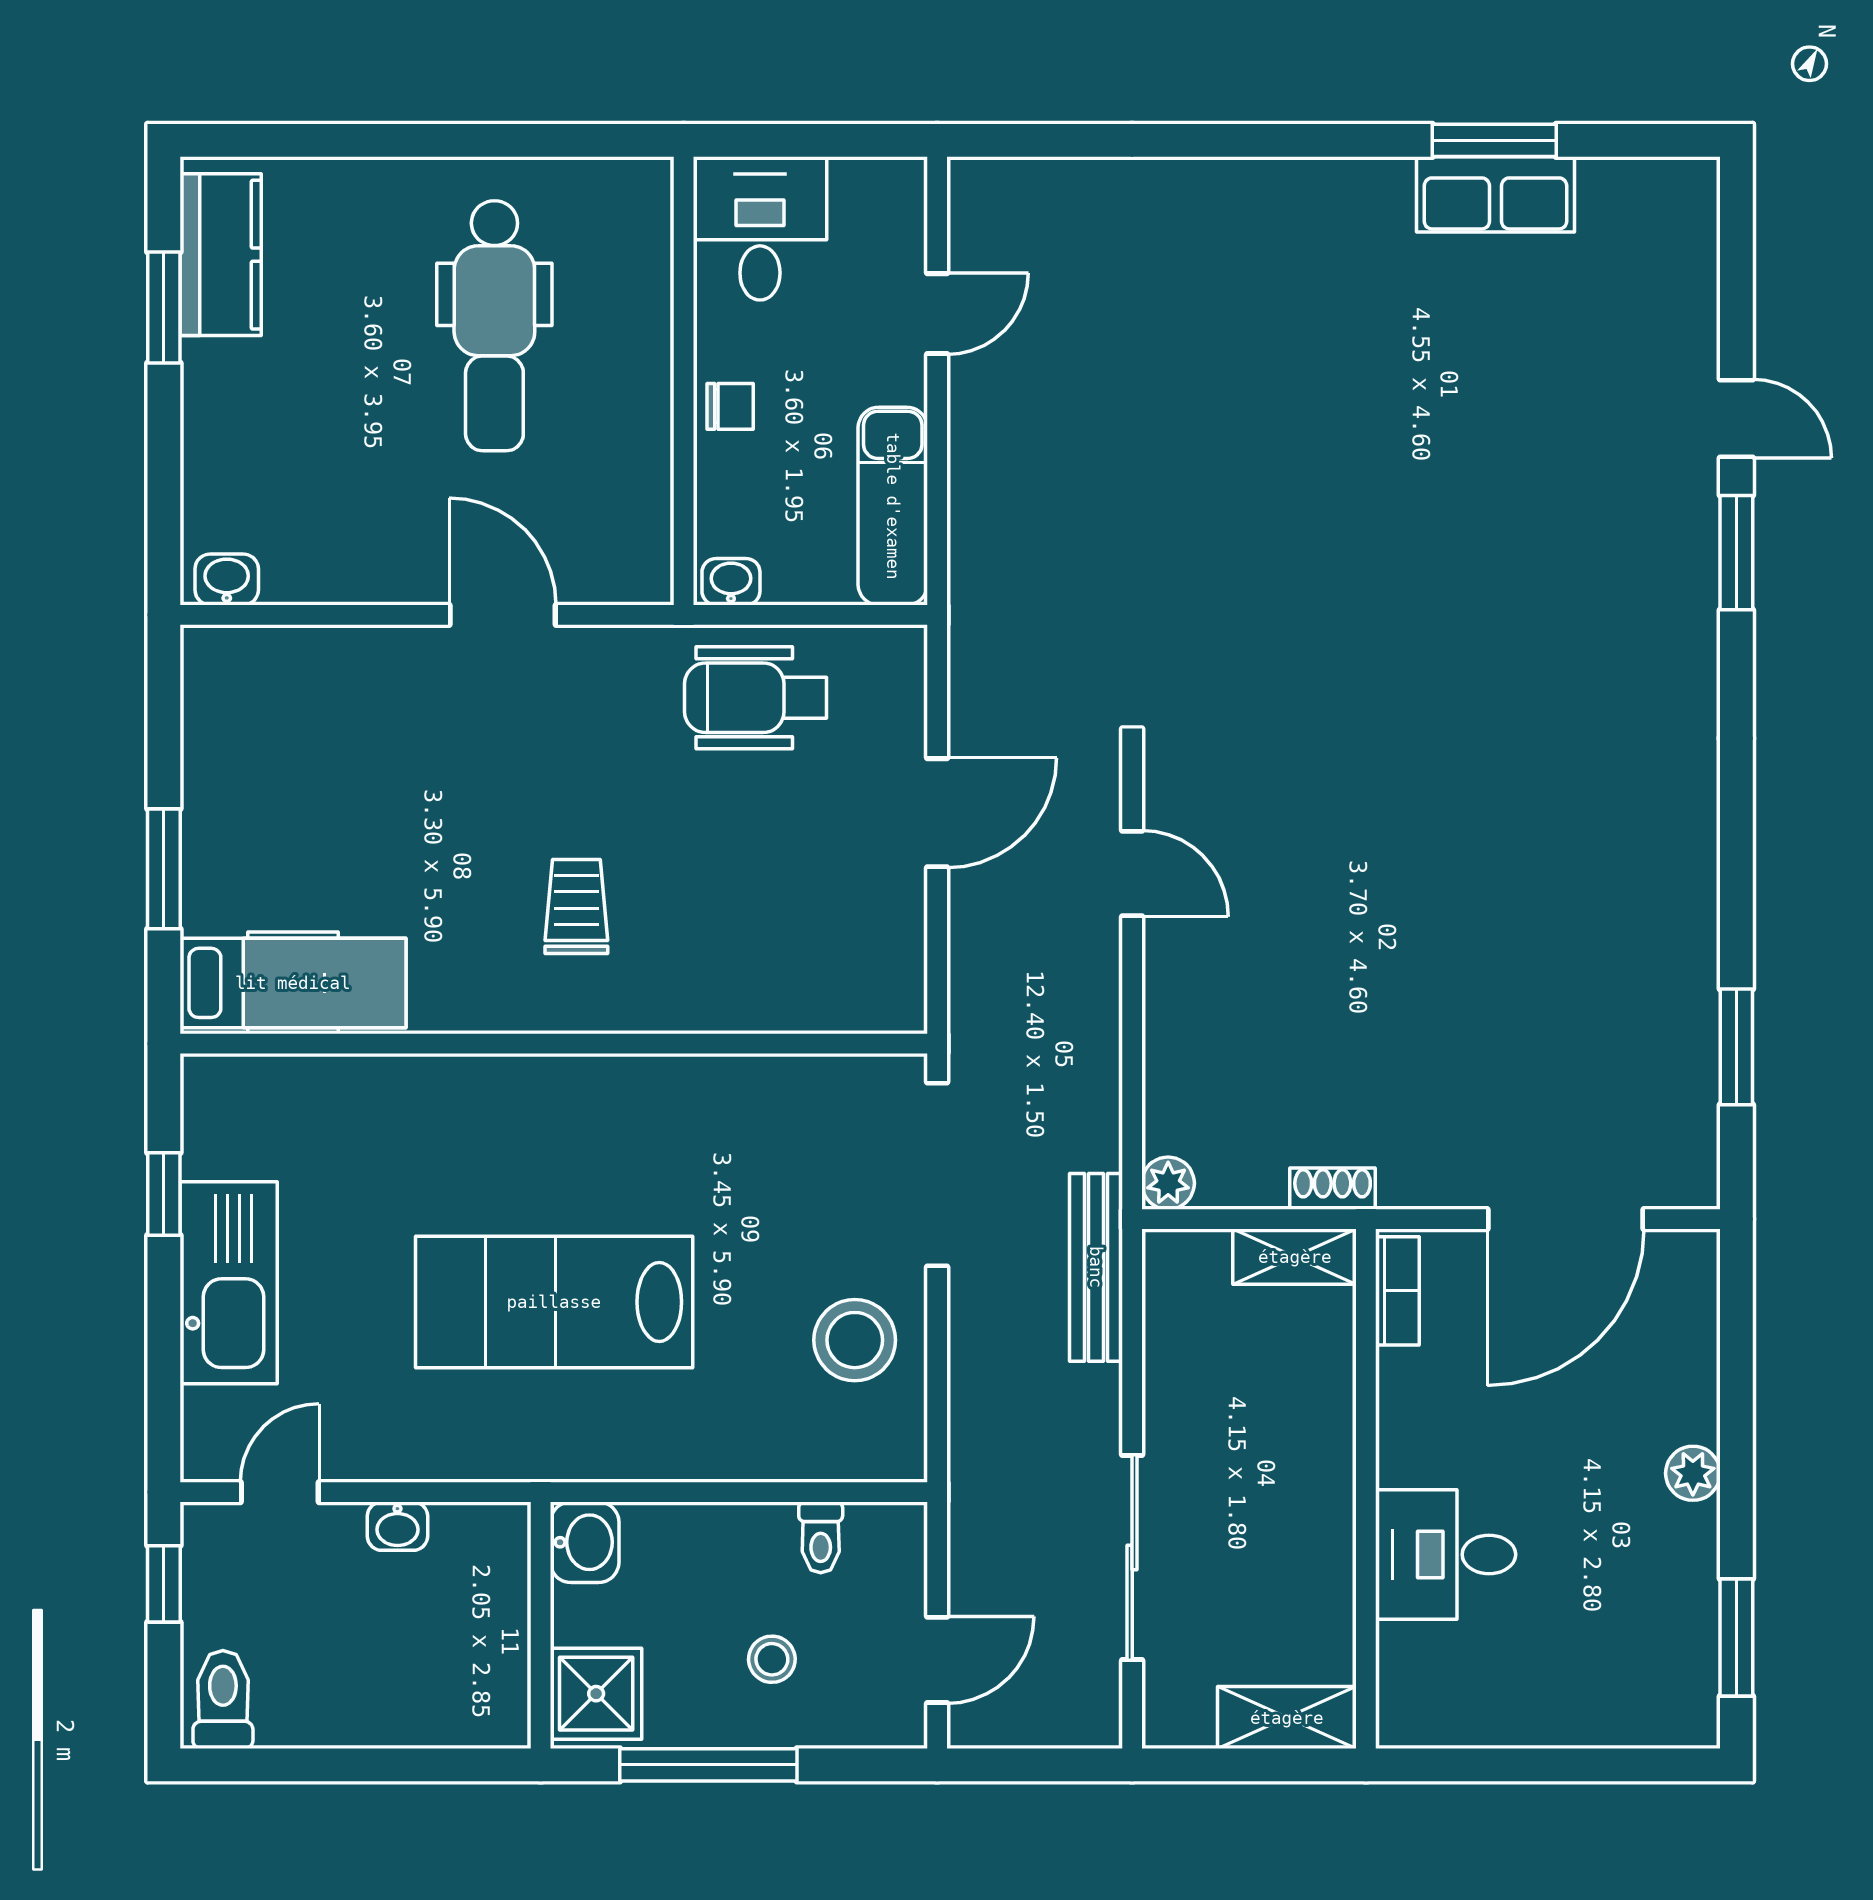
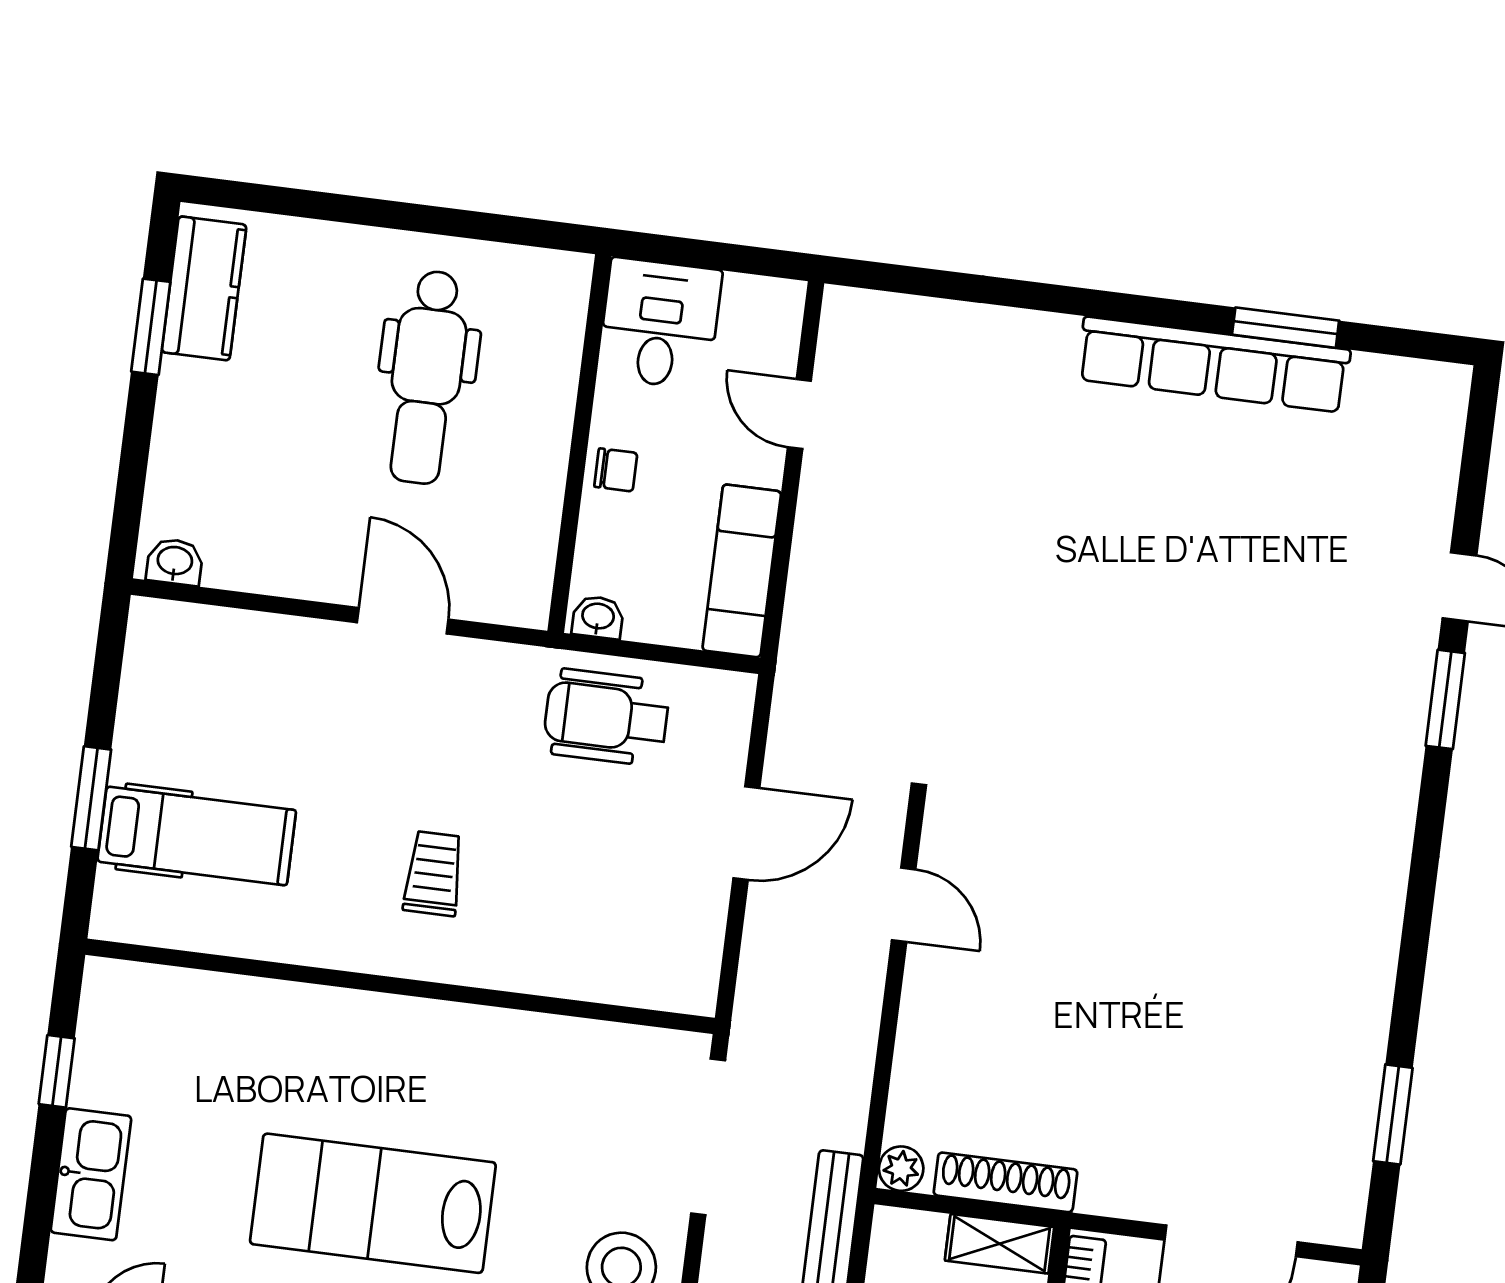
row of seats: (1495, 194) -> (1214, 365), width x2.02
door: (937, 314) -> (799, 414), swing flipped
hospital bed: (293, 983) -> (197, 836), moved
shoe rack: (1333, 1189) -> (1005, 1182), width x1.94, depth x1.24
kitchen sink: (229, 1283) -> (91, 1174), width x0.73, depth x0.81

